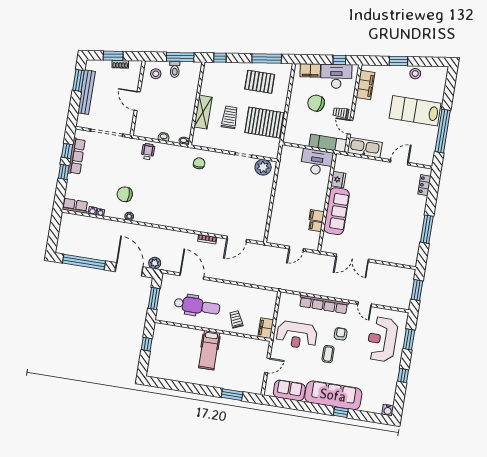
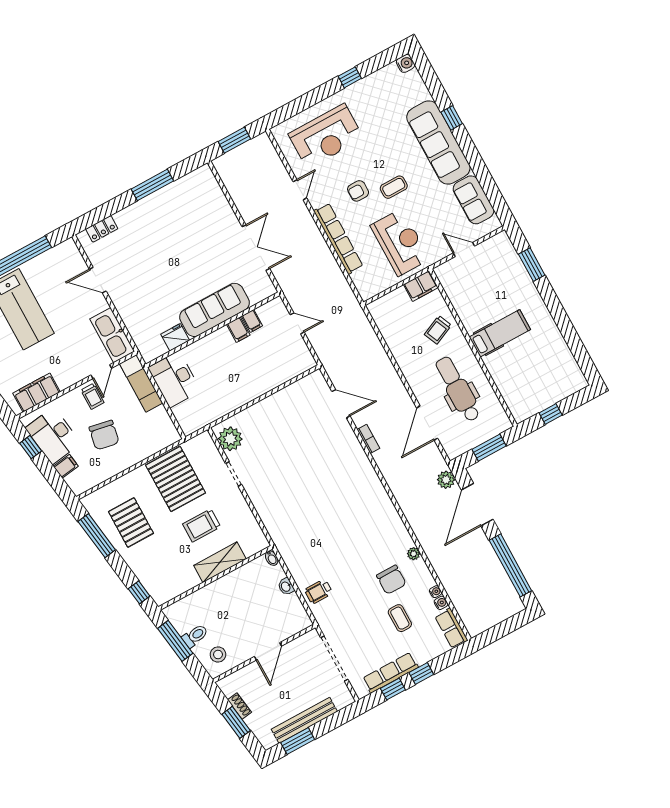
filing cabinet: (310, 70) -> (66, 466), width x0.50
chair: (199, 163) -> (285, 519), removed
coffee table: (101, 183) -> (400, 618), added
window: (409, 339) -> (301, 104), removed

